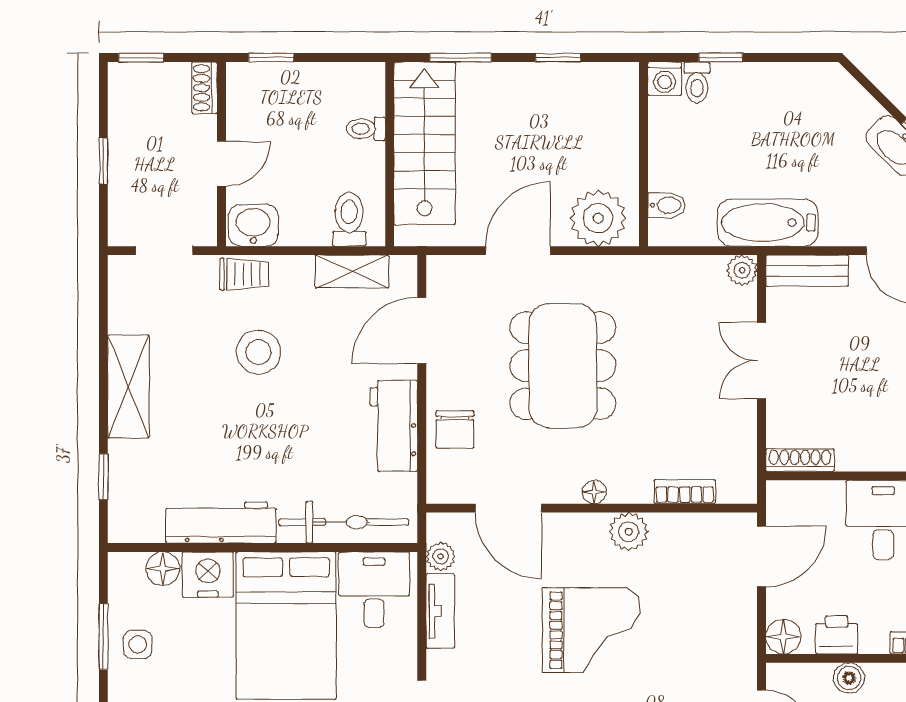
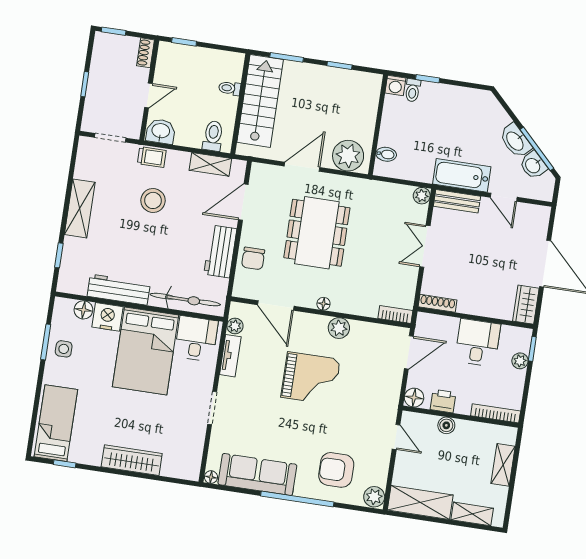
bathtub: (768, 223) -> (462, 175), moved
bookcase: (685, 492) -> (395, 314), moved

